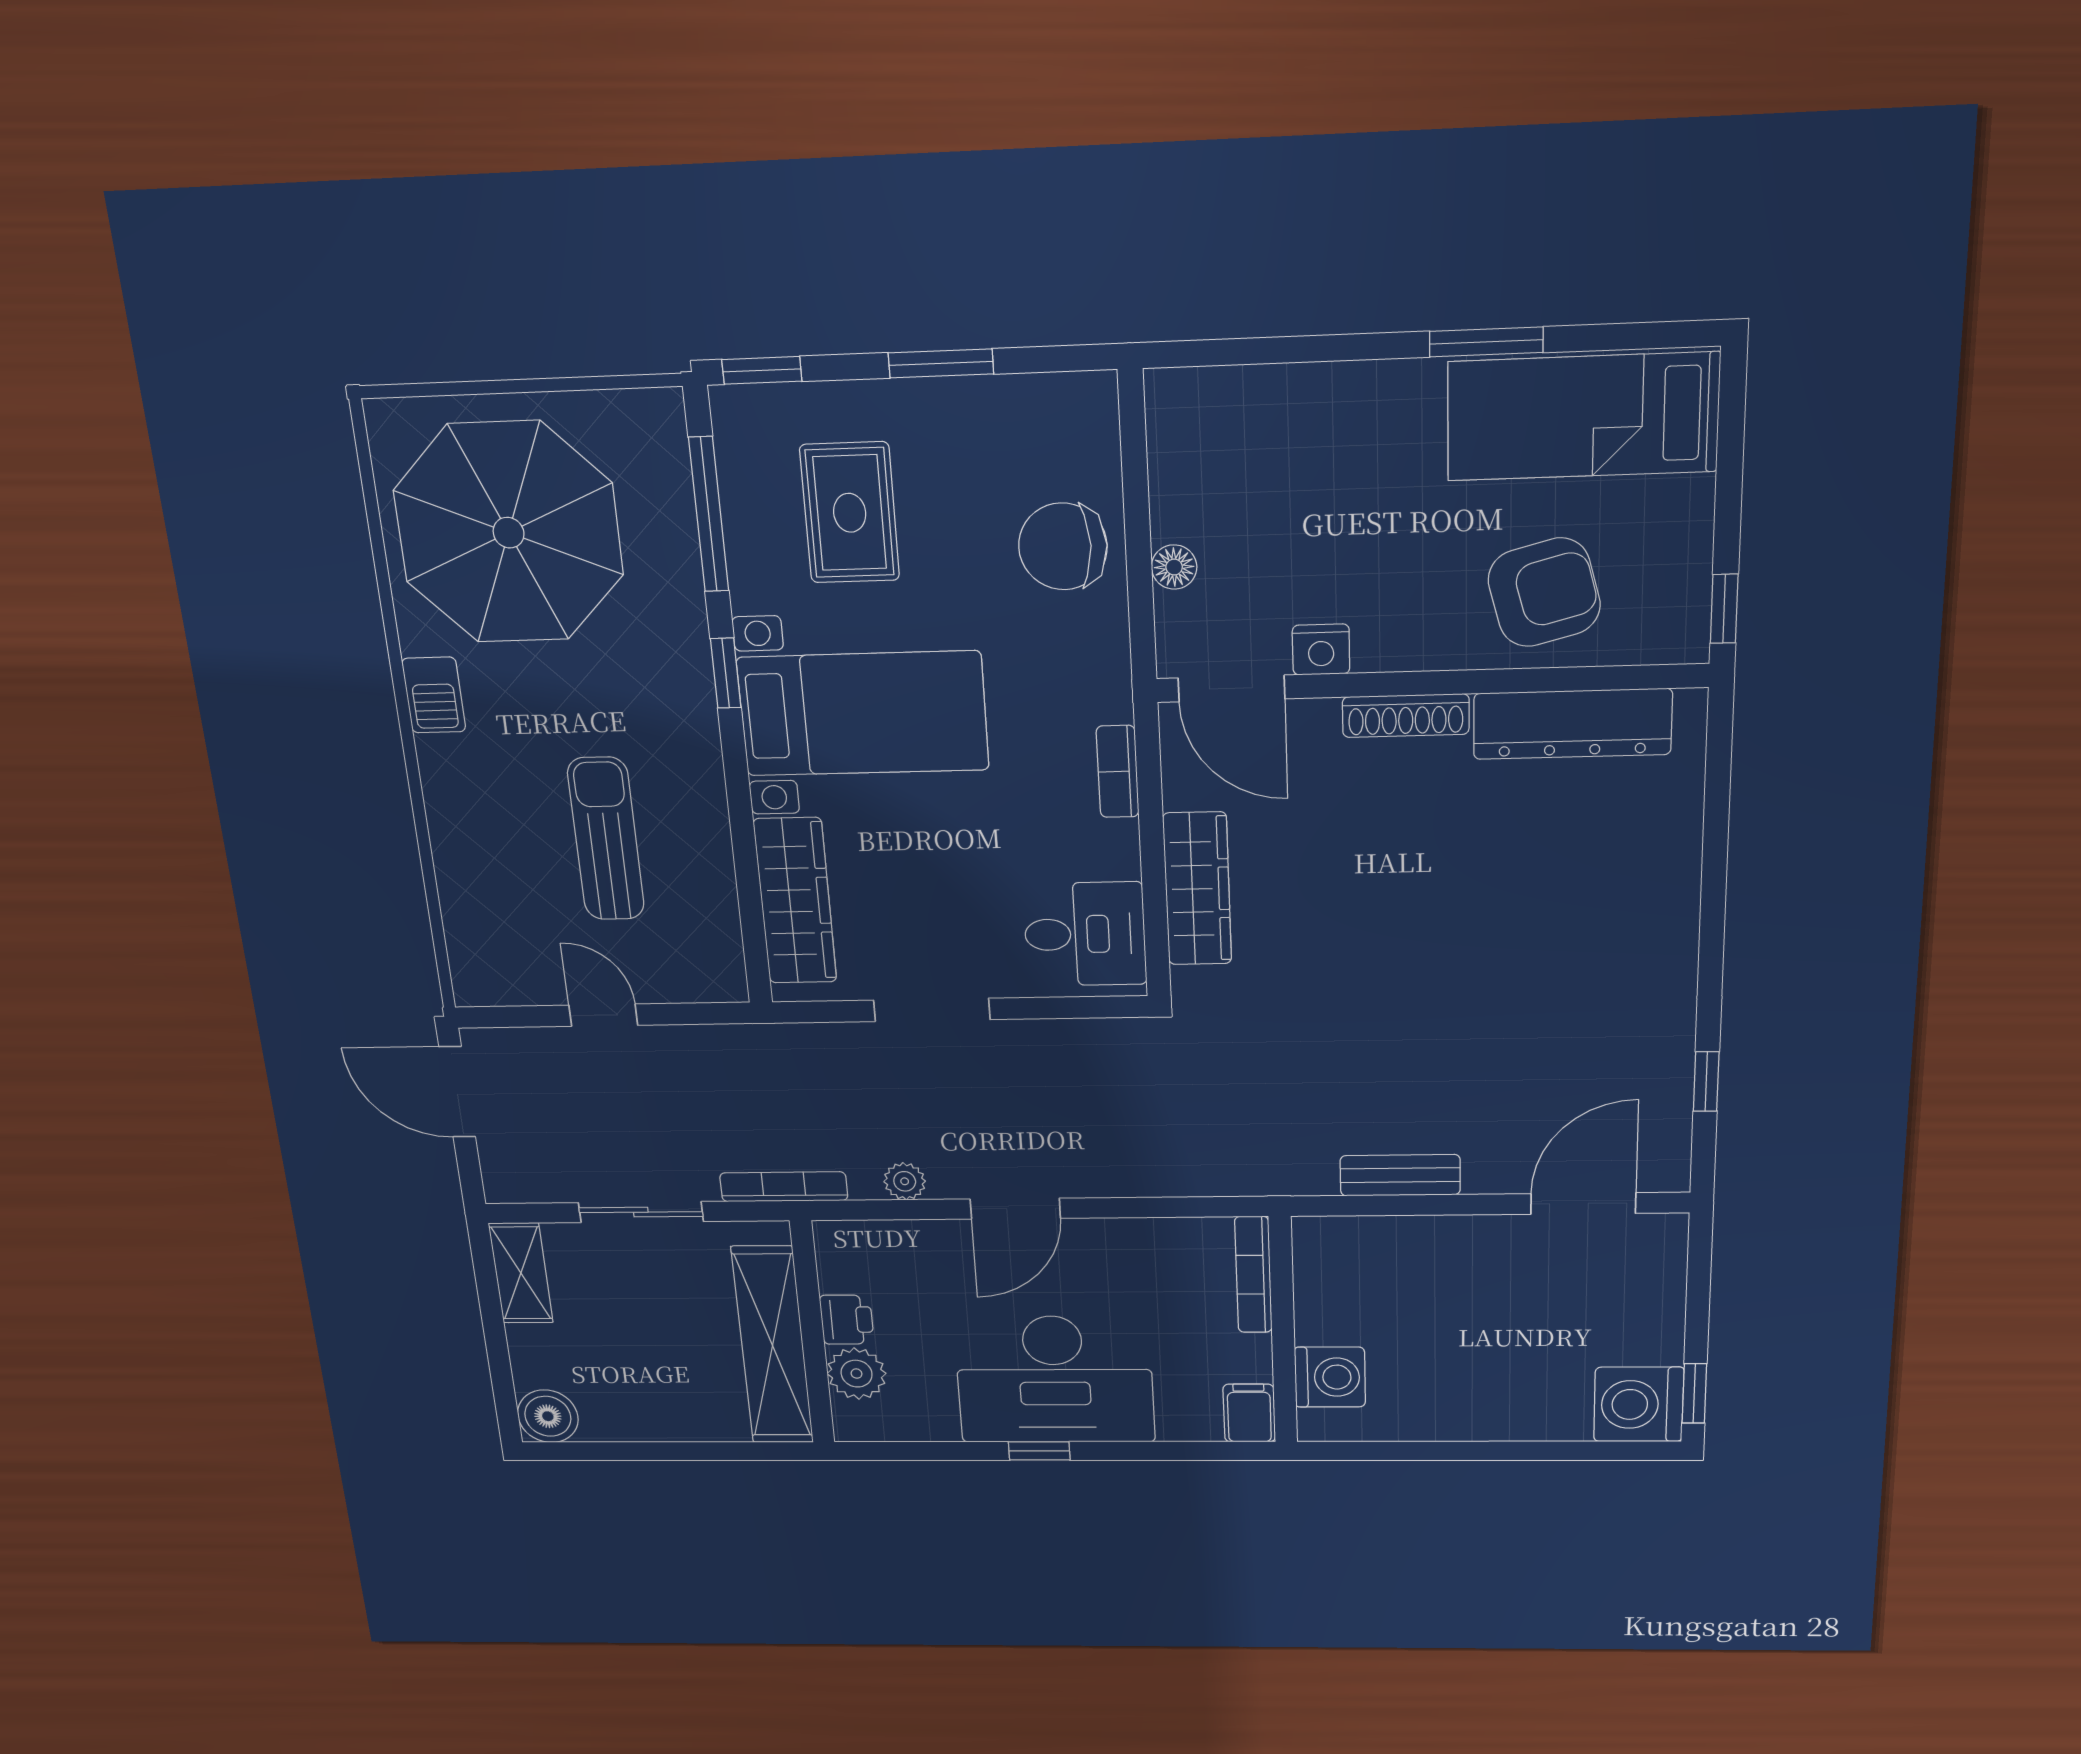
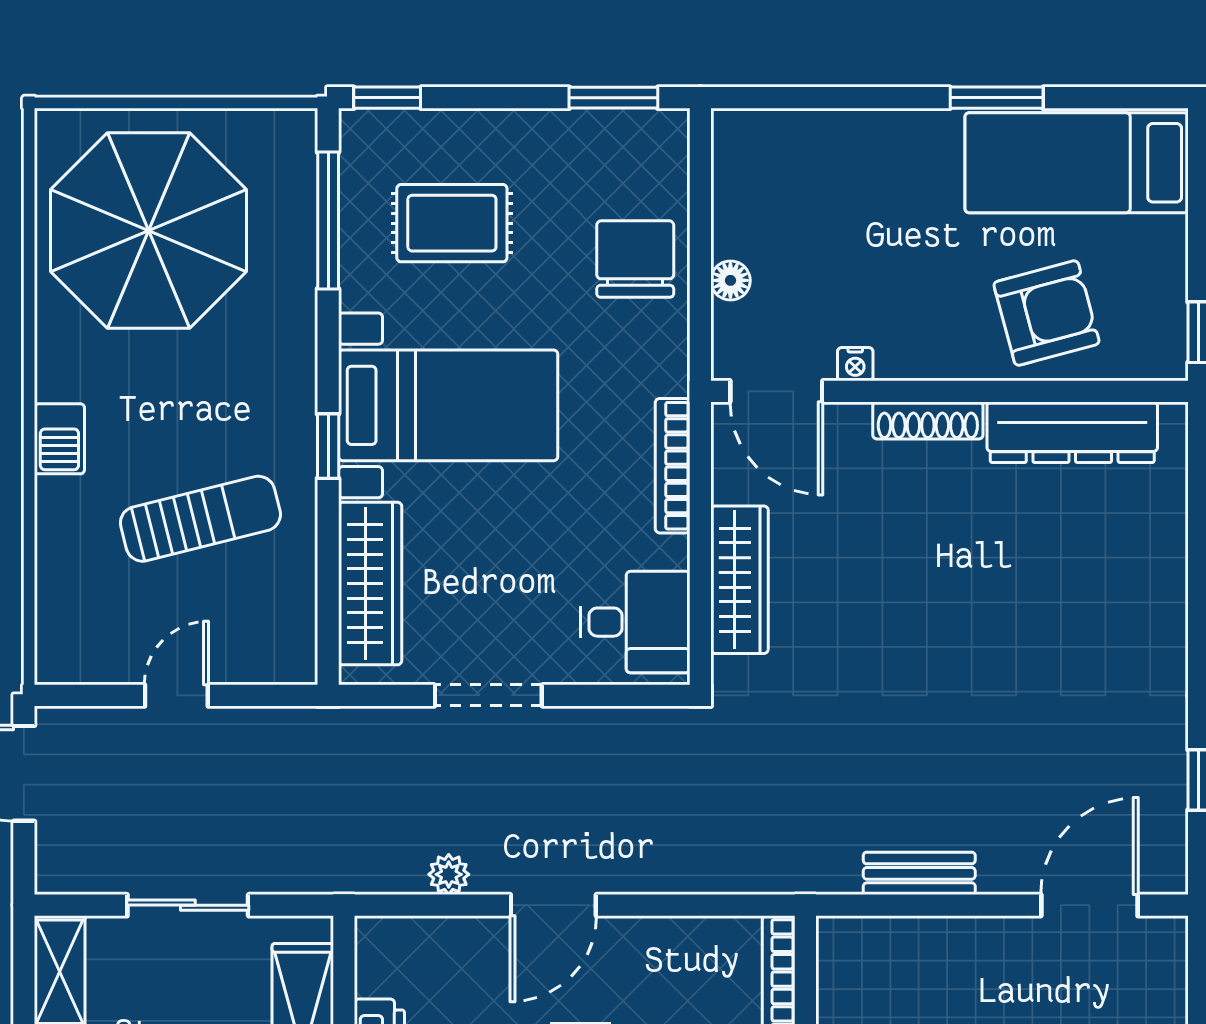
window: (941, 363) -> (613, 98), moved
rug: (850, 513) -> (452, 223), turned 90
chair: (1063, 546) -> (635, 259), turned 90
nightstand: (1321, 650) -> (855, 364), width x0.72, depth x0.74
window: (726, 673) -> (328, 446), moved
barbecue: (434, 695) -> (59, 439), moved
bookcase: (1118, 772) -> (673, 466), width x1.56
sun lounger: (606, 839) -> (200, 519), turned 76
door: (603, 1015) -> (176, 695), hinge flipped
bookcase: (784, 1187) -> (331, 879), removed

